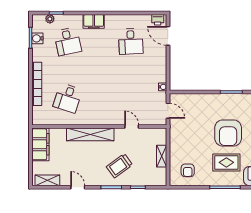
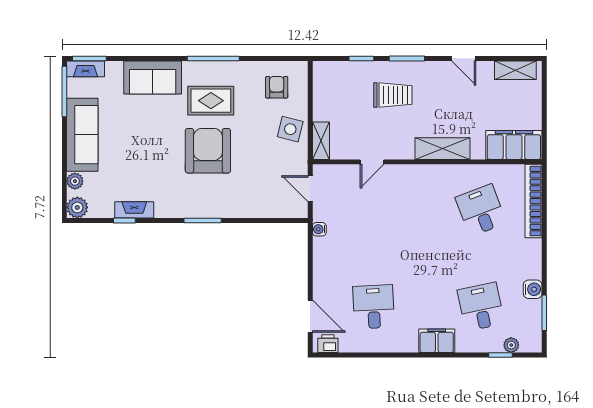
water cooler: (37, 38) -> (533, 289), moved
bookcase: (37, 84) -> (534, 201), moved
desk: (68, 98) -> (481, 210), turned -39
door: (132, 126) -> (372, 162), hinge flipped
shelving: (90, 134) -> (443, 149), width x0.68
filing cabinet: (40, 144) -> (514, 145), moved, turned 90
side table: (180, 146) -> (290, 129), added
shelving: (162, 156) -> (321, 141), moved
trolley: (119, 166) -> (393, 95), turned 36

